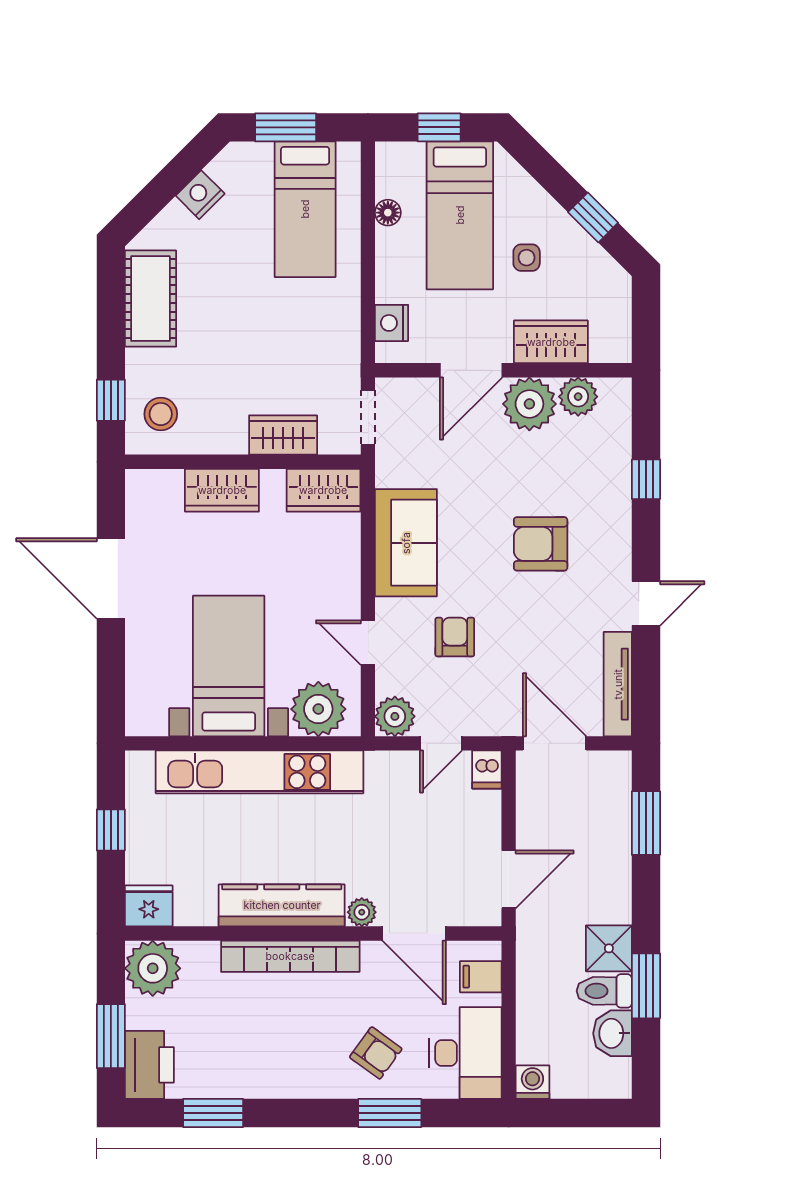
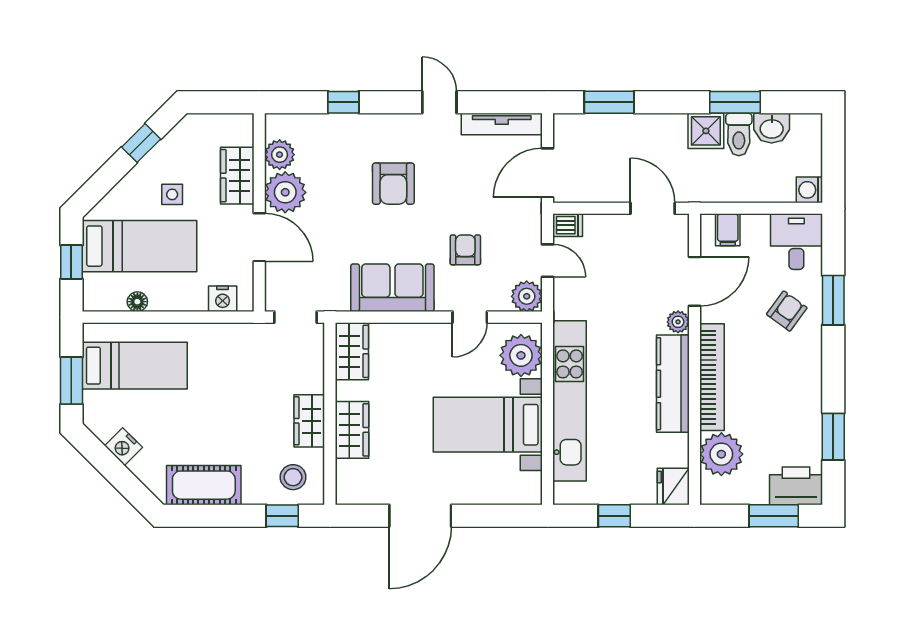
wardrobe: (283, 435) -> (309, 421), moved
armchair: (455, 637) -> (465, 250), turned 90
plant: (153, 968) -> (721, 454), moved
desk: (466, 1053) -> (796, 242), width x0.73

